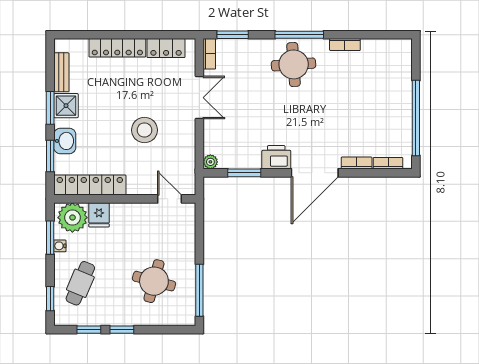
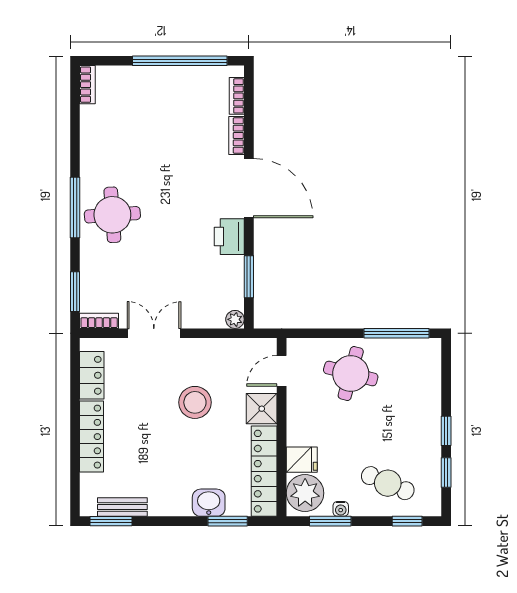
bookcase: (345, 45) -> (87, 85), moved
shower: (66, 106) -> (262, 409), moved
window: (50, 108) -> (111, 521), moved
round table: (154, 281) -> (351, 373), moved

